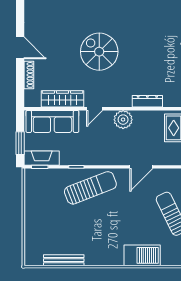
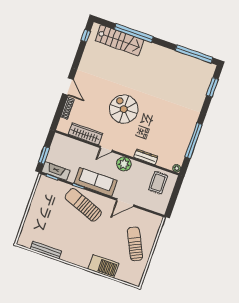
sofa: (52, 121) -> (96, 182), moved, turned 180
sun lounger: (90, 188) -> (83, 205), turned -138

